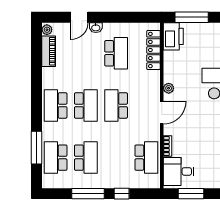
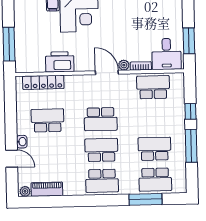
printer: (173, 36) -> (60, 62), moved
plant: (169, 88) -> (124, 65), moved

